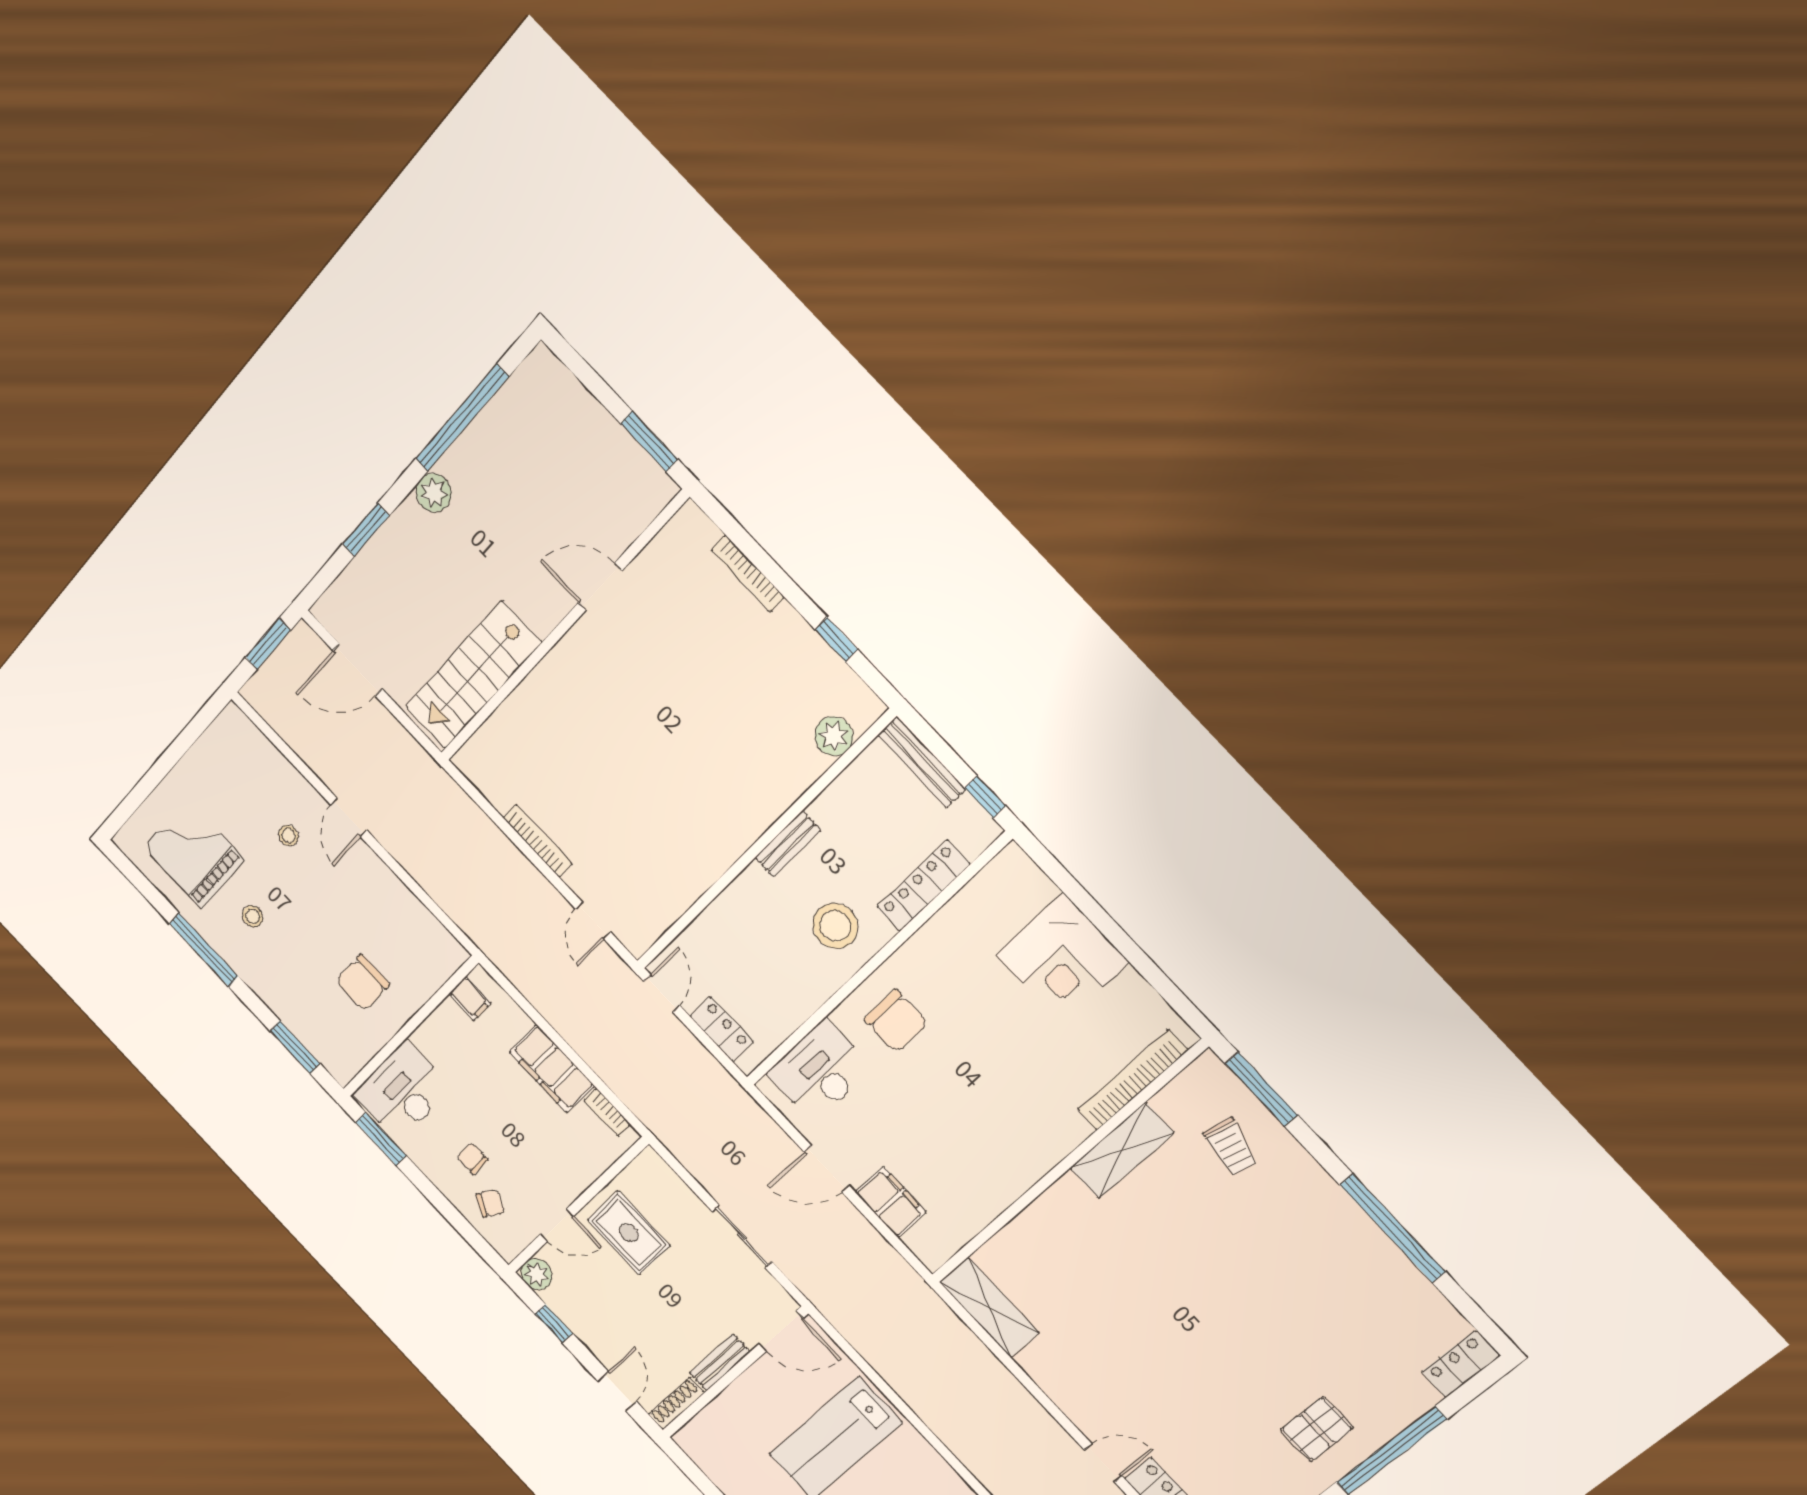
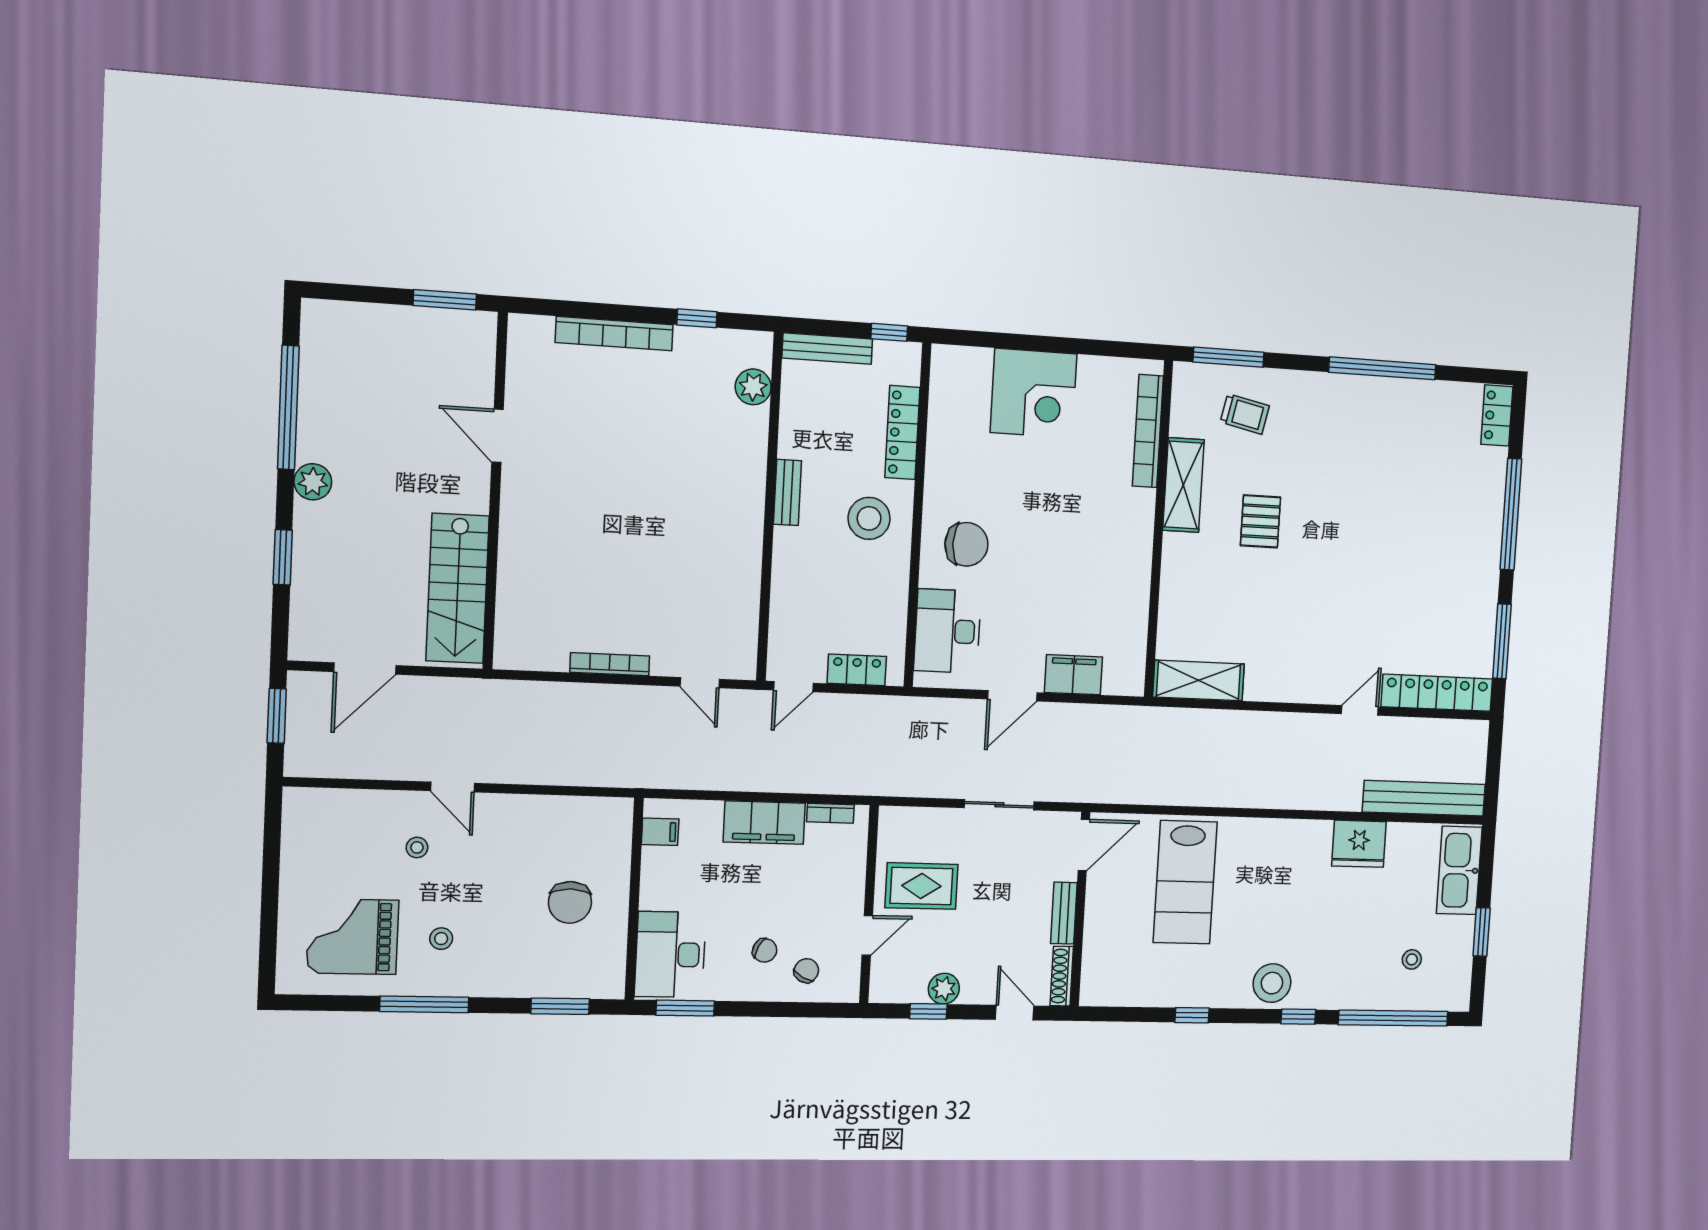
bookcase: (748, 573) -> (614, 334), width x1.48, depth x1.31
door: (600, 587) -> (498, 436), hinge flipped
door: (662, 993) -> (793, 687), swing flipped
chair: (472, 1158) -> (765, 950), turned -153
plant: (537, 1274) -> (944, 989), moved
pallet: (1317, 1429) -> (1260, 521), moved

